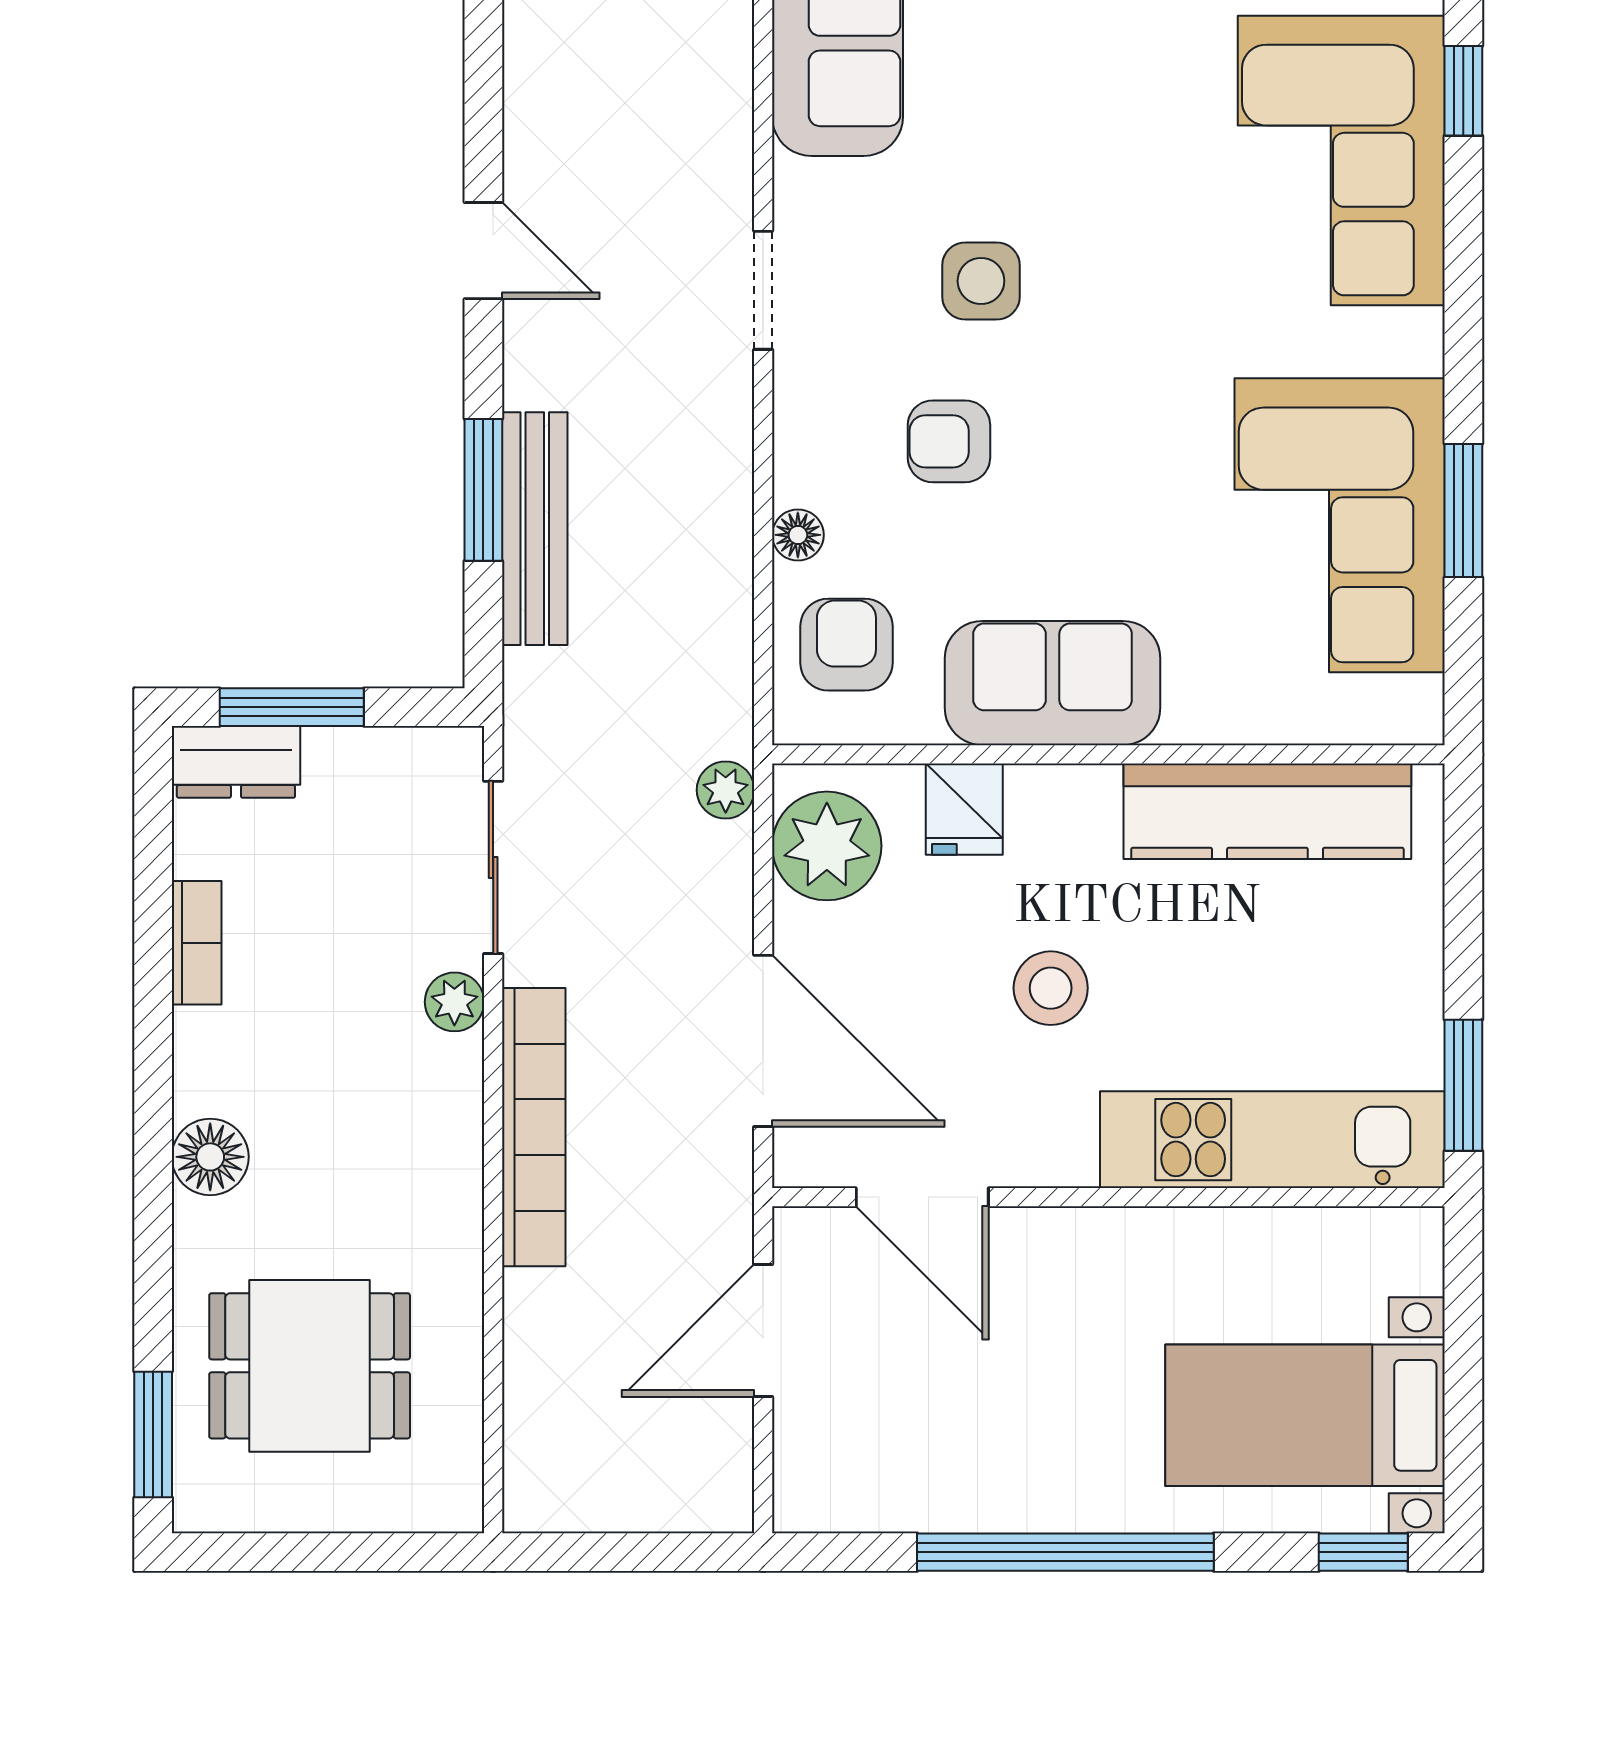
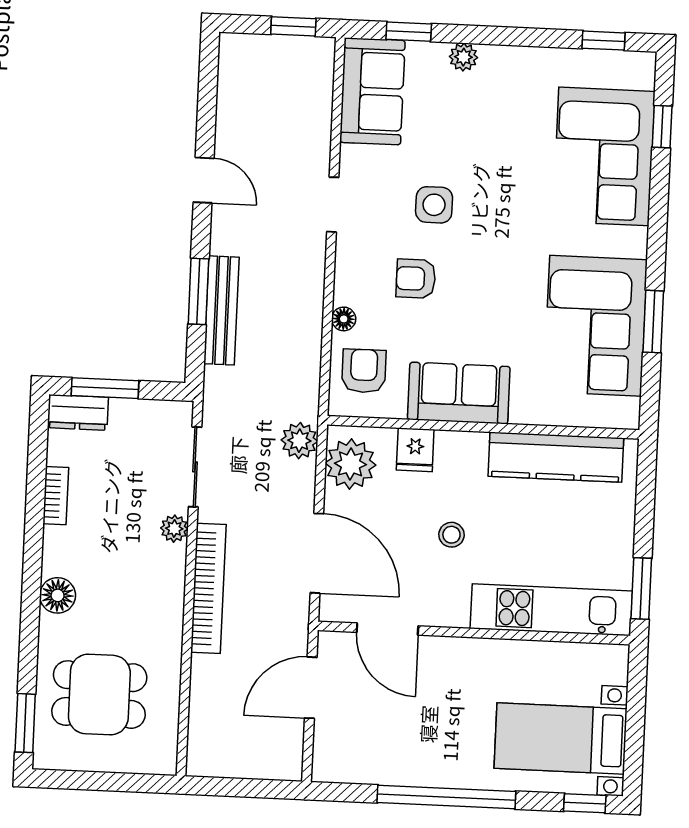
plant: (726, 790) -> (299, 441), width x1.38, depth x1.38
stool: (1051, 988) -> (451, 535), width x0.73, depth x0.73

